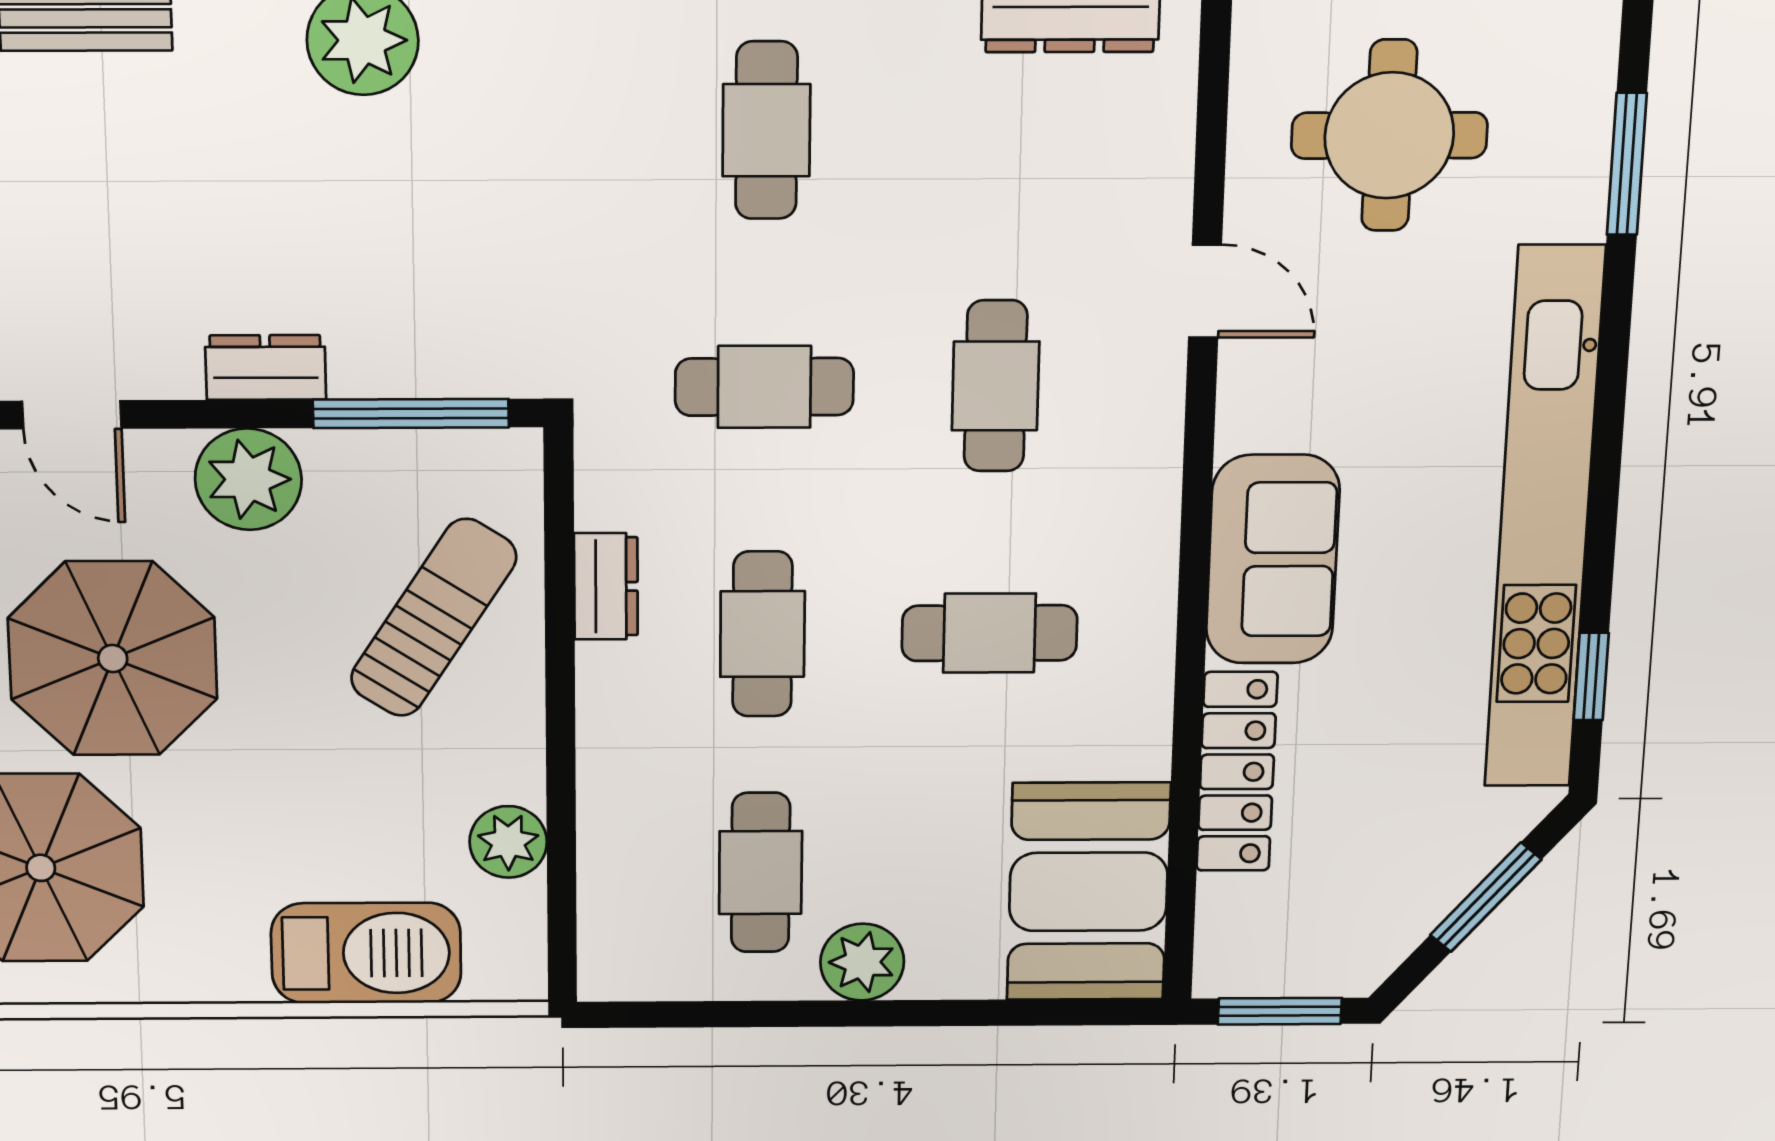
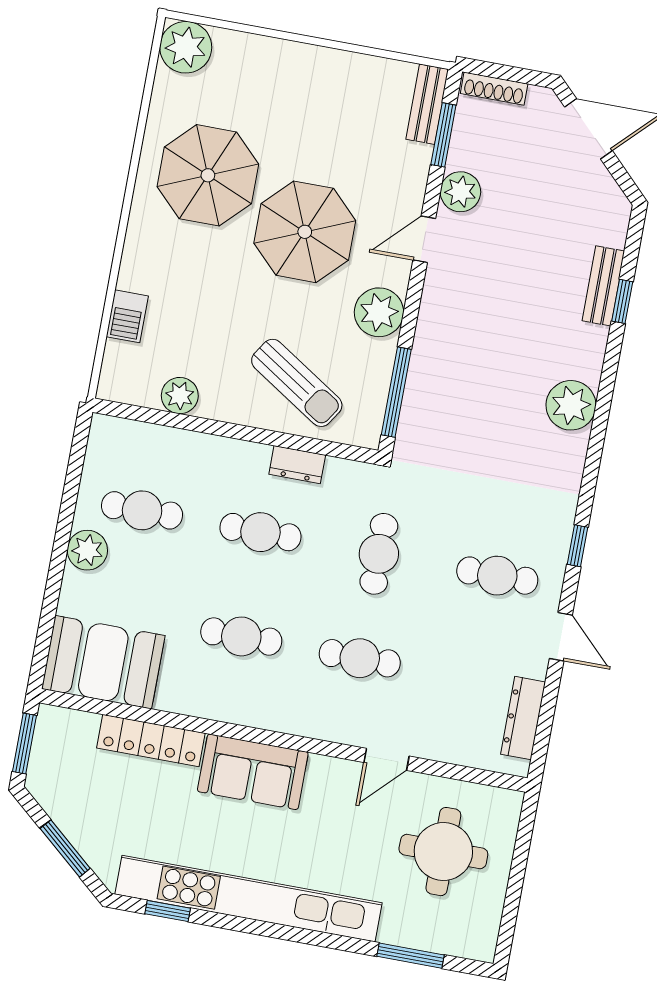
dresser: (266, 367) -> (430, 331), removed
cafe table: (989, 633) -> (241, 636), turned 90
barbecue: (366, 953) -> (127, 316), width x0.53, depth x0.65

